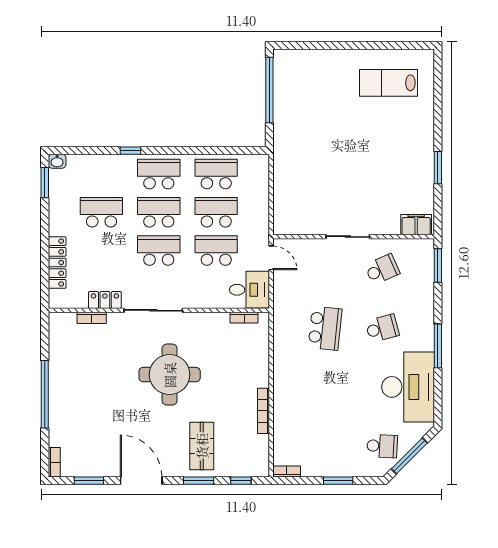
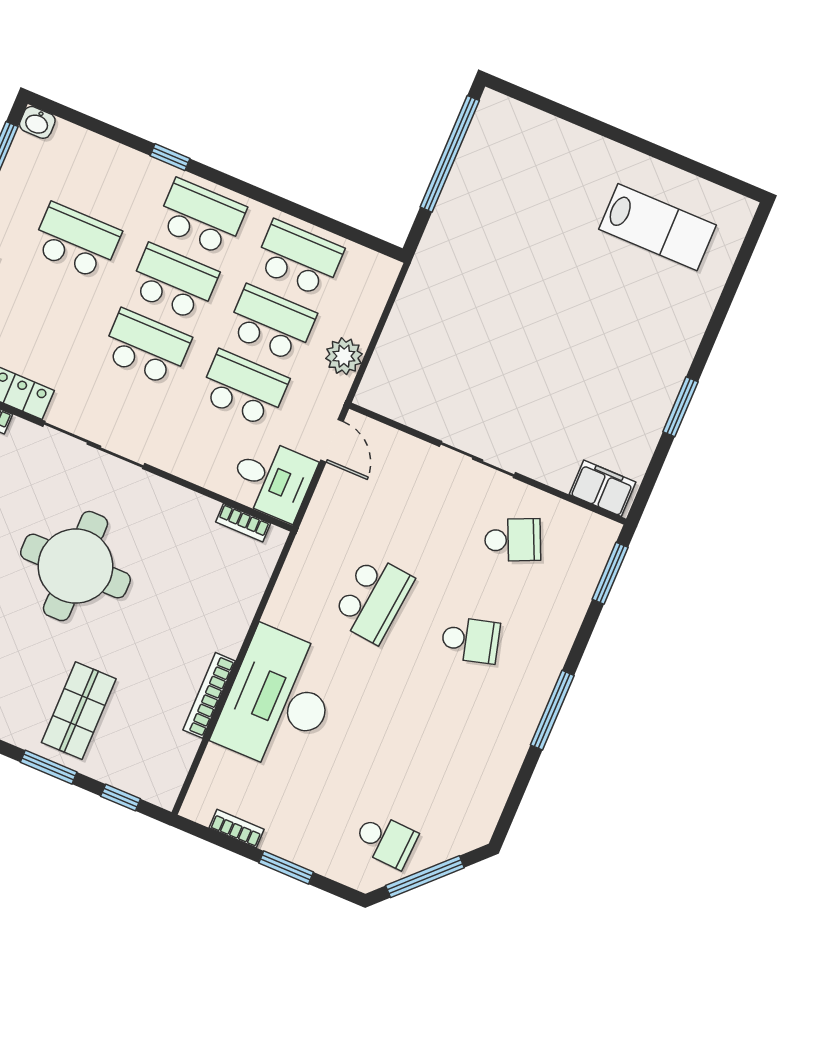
lab bench: (388, 83) -> (657, 227), turned 180
plant: (259, 213) -> (344, 356), added
desk: (408, 387) -> (279, 700), moved, turned 180
bookcase: (287, 471) -> (237, 828), moved

